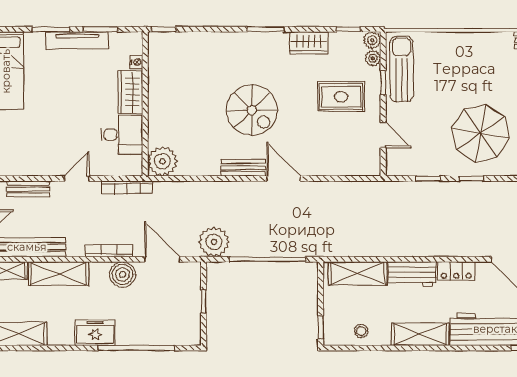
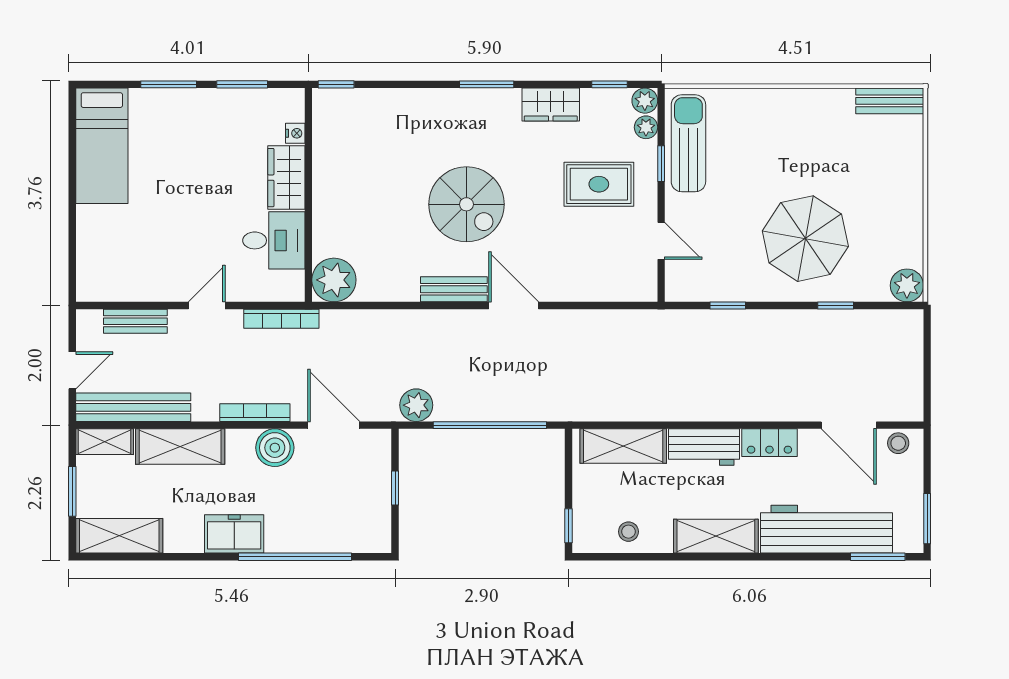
tv unit: (77, 40) -> (208, 101), removed
window: (472, 179) -> (836, 306), moved
plant: (214, 242) -> (416, 405), width x0.73, depth x0.73

